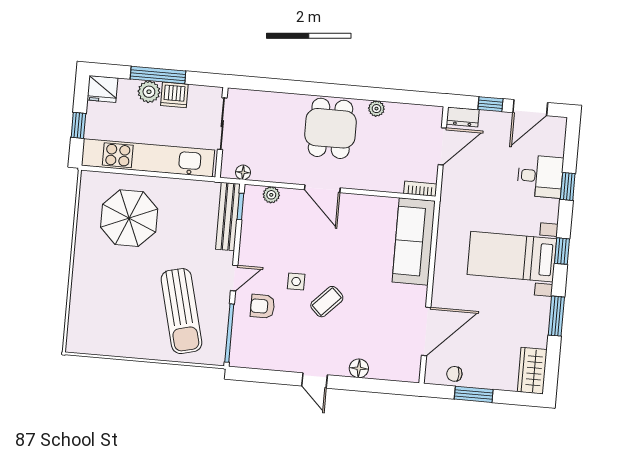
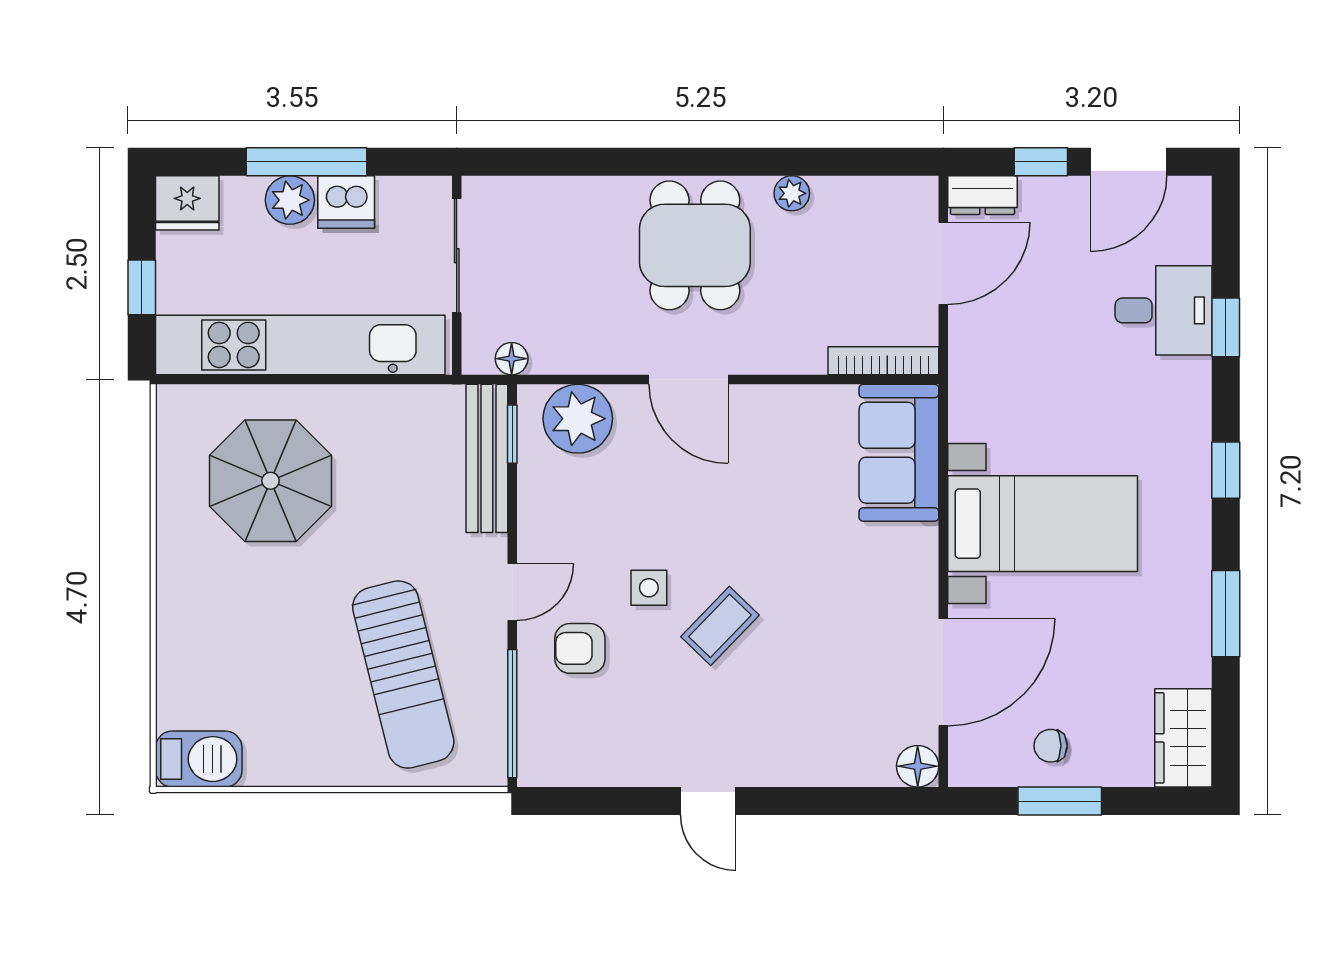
bookcase: (420, 189) -> (883, 361), width x1.56
plant: (271, 195) -> (578, 419), width x1.87, depth x1.87
sofa: (414, 241) -> (899, 453), width x0.73
bed with nightstands: (512, 257) -> (1043, 524), moved, turned 180
barbecue: (86, 341) -> (199, 759), added
floor lamp: (359, 368) -> (918, 766), moved
chair: (454, 374) -> (1051, 746), moved

